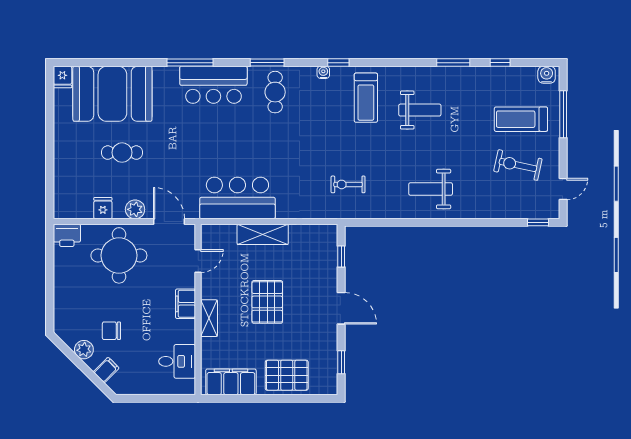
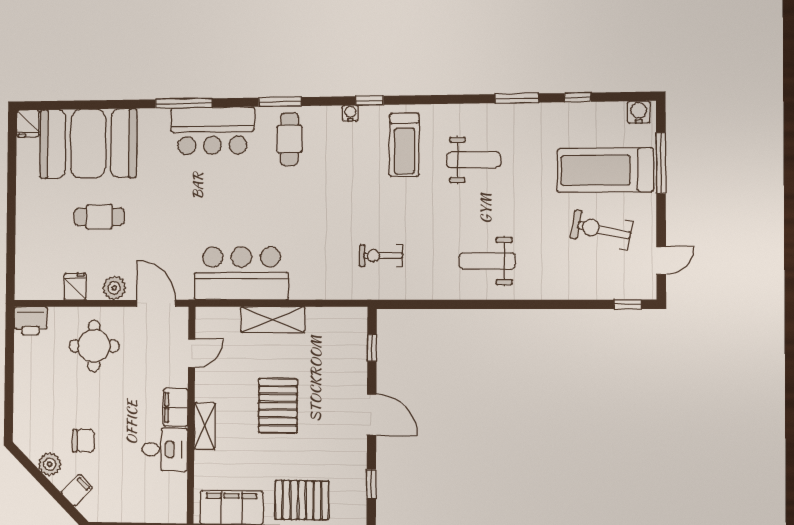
treadmill: (521, 119) -> (605, 170), width x1.37, depth x1.38
round table: (119, 255) -> (94, 346), width x0.73, depth x0.73
chair: (111, 331) -> (84, 441), turned 180
desk: (177, 361) -> (165, 450), moved

